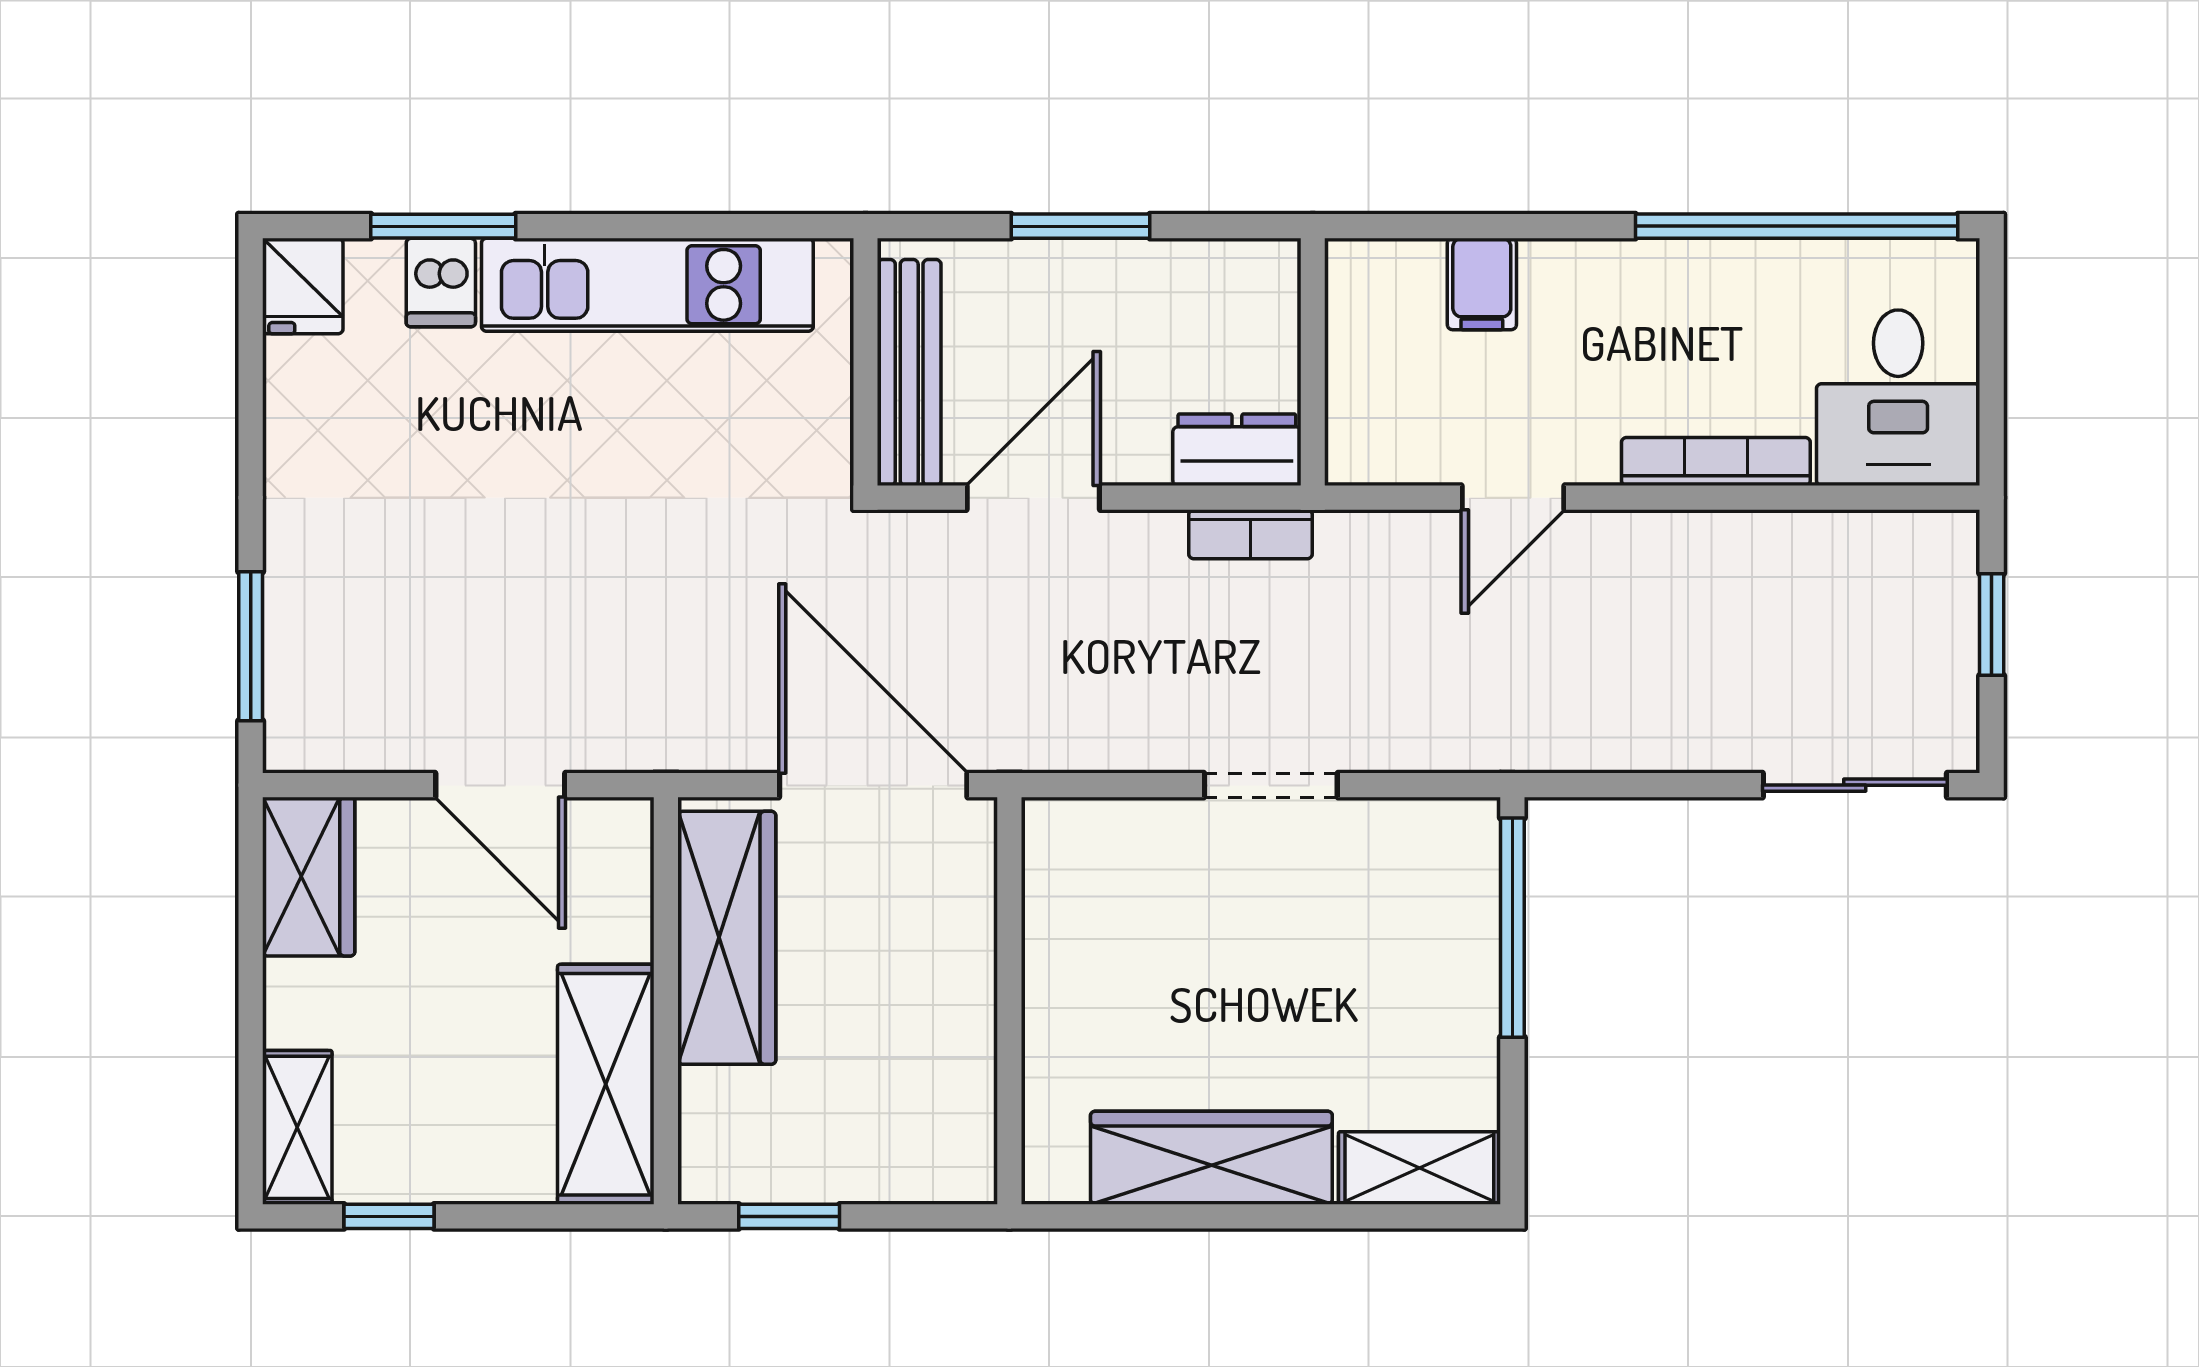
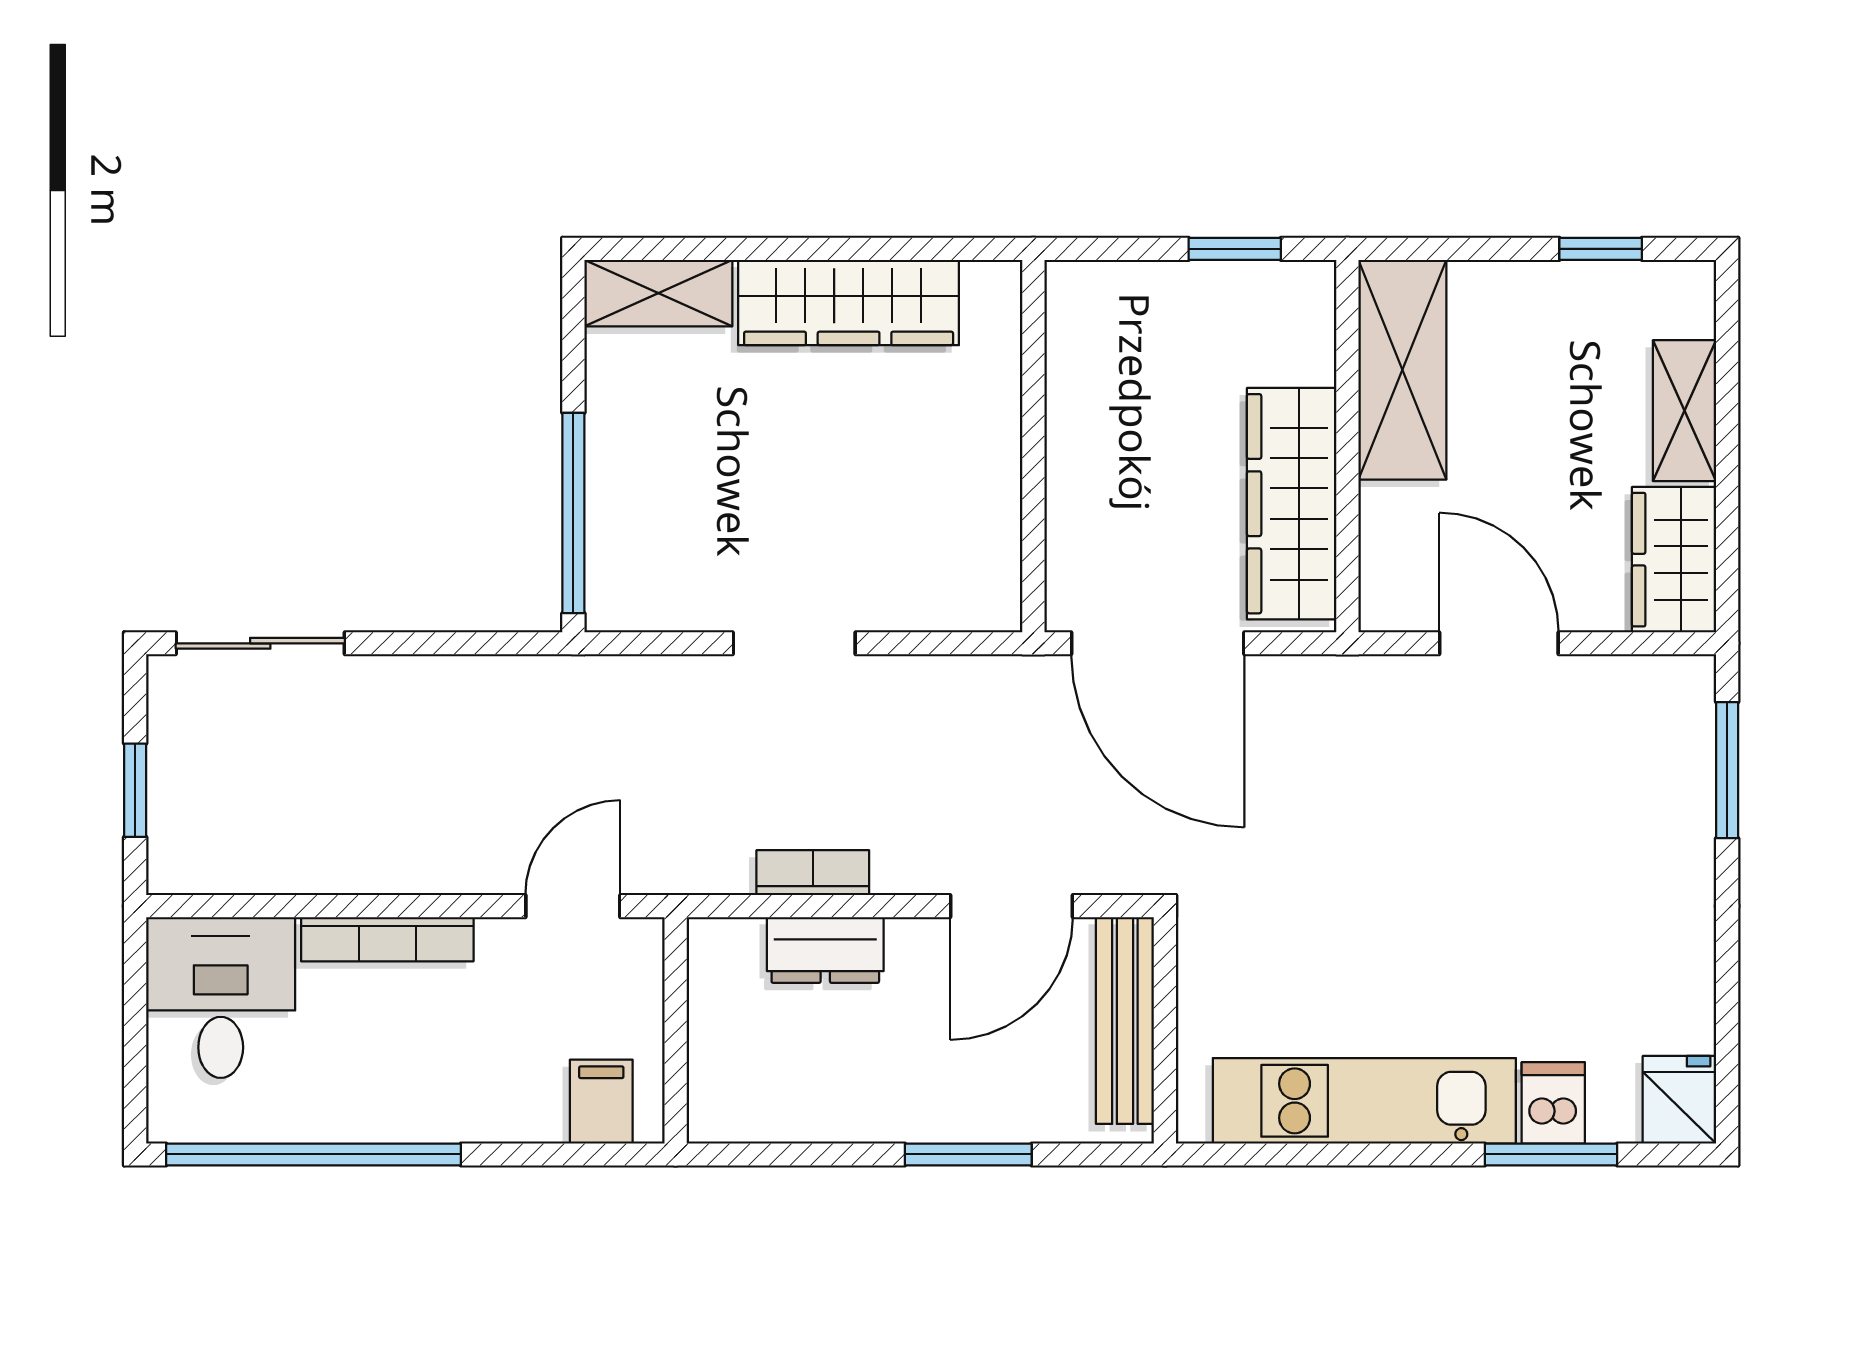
wall: (1313, 362) -> (676, 1030), moved
shelving: (297, 1127) -> (1685, 411), moved

